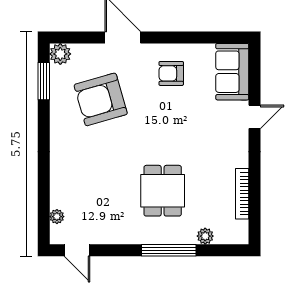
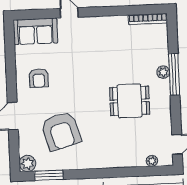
dining table: (163, 191) -> (130, 101), moved
bookcase: (242, 194) -> (148, 19), moved
plant: (205, 236) -> (163, 72), moved

